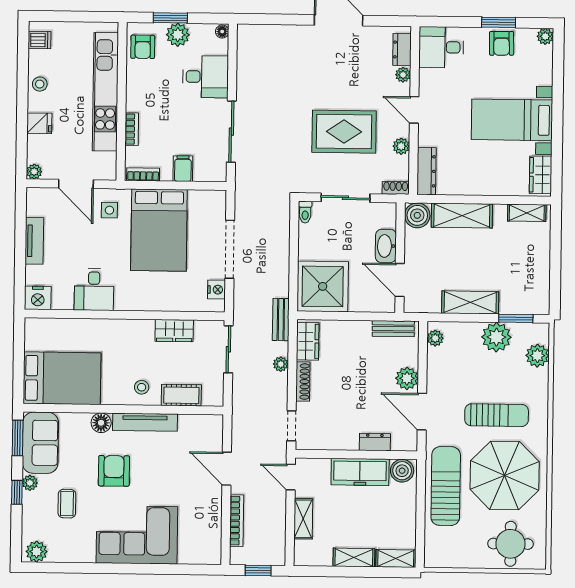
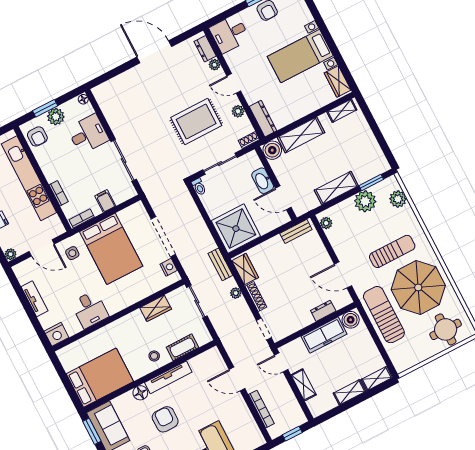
plant: (407, 378) -> (322, 259), removed

